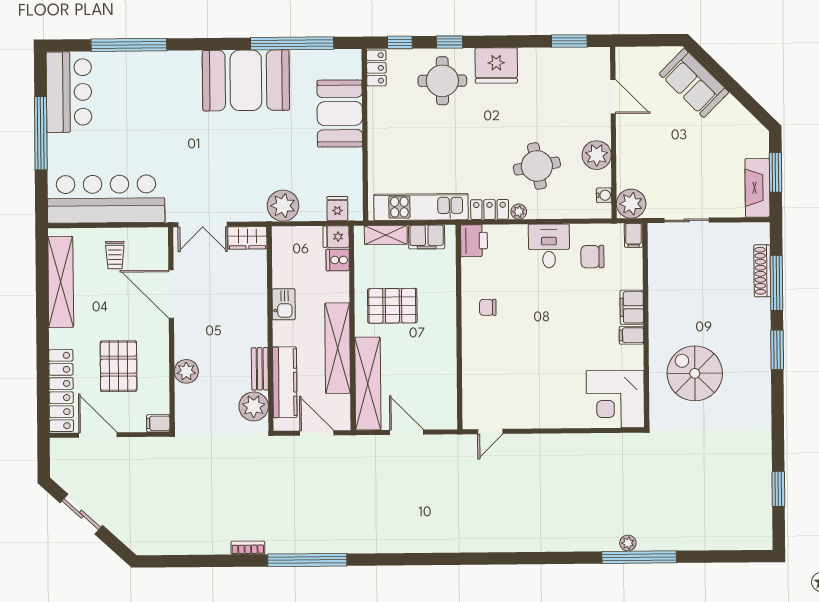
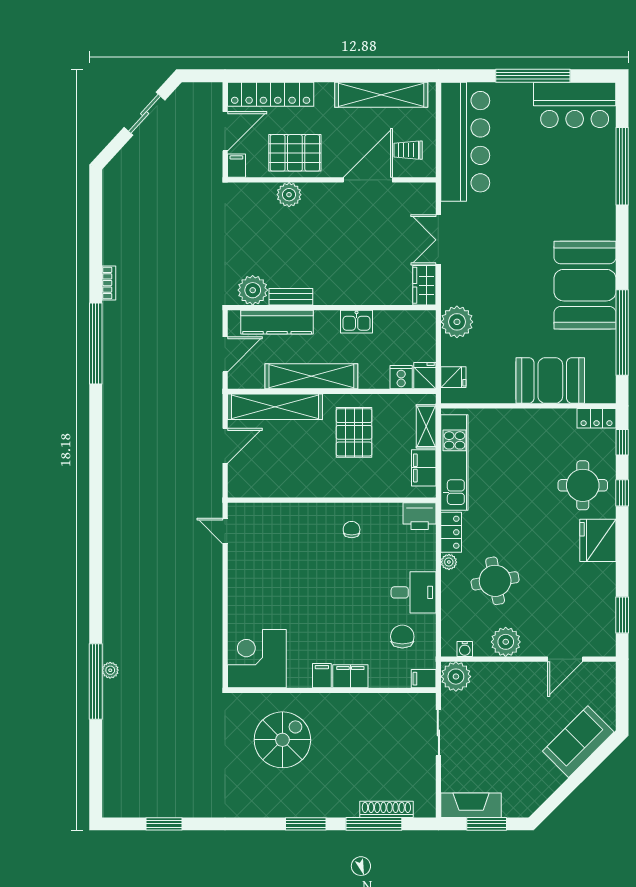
door: (171, 294) -> (368, 180), moved
wall: (171, 330) -> (332, 180), moved
plant: (186, 371) -> (289, 195), moved
filing cabinet: (158, 423) -> (236, 166), moved

